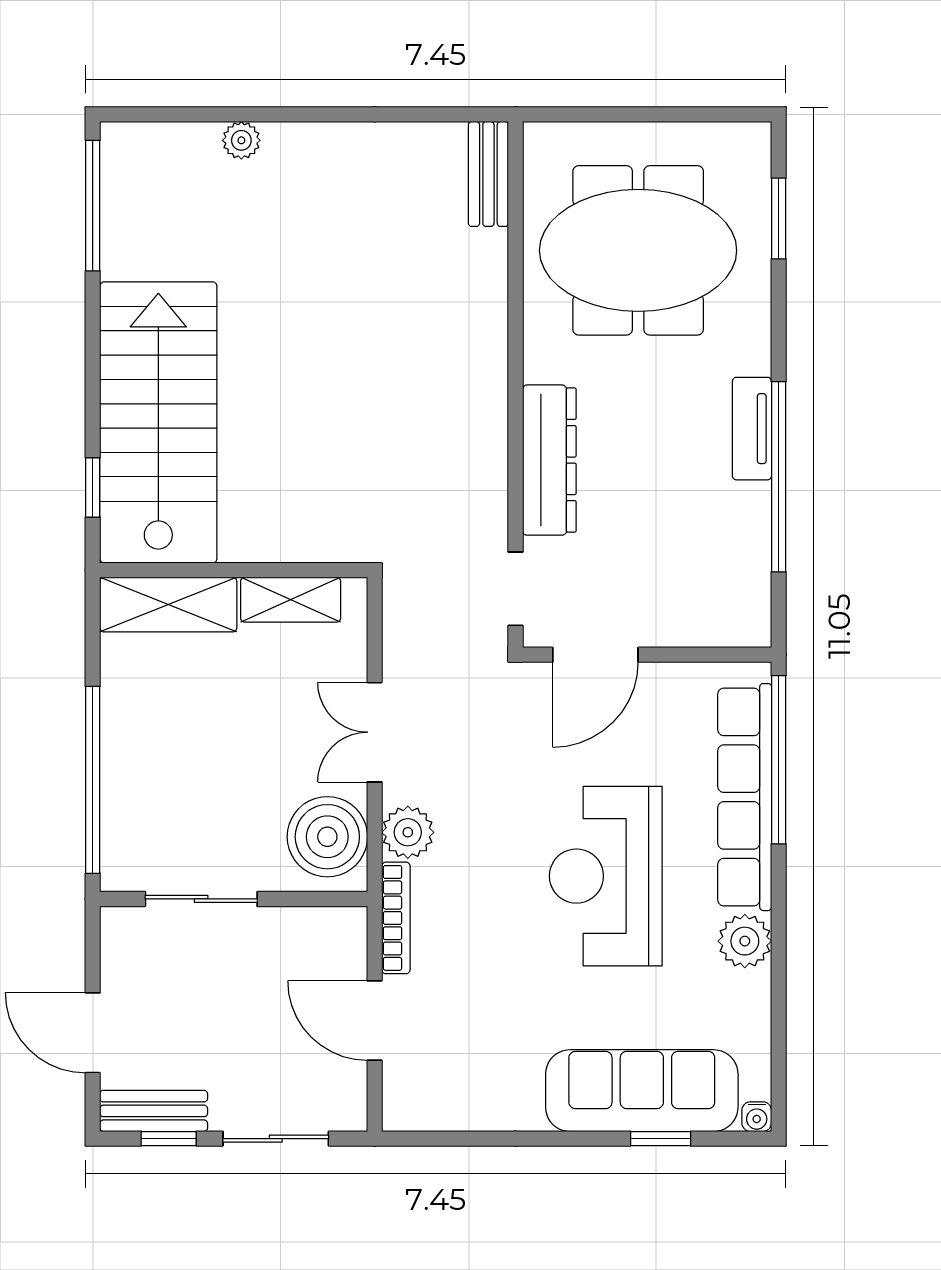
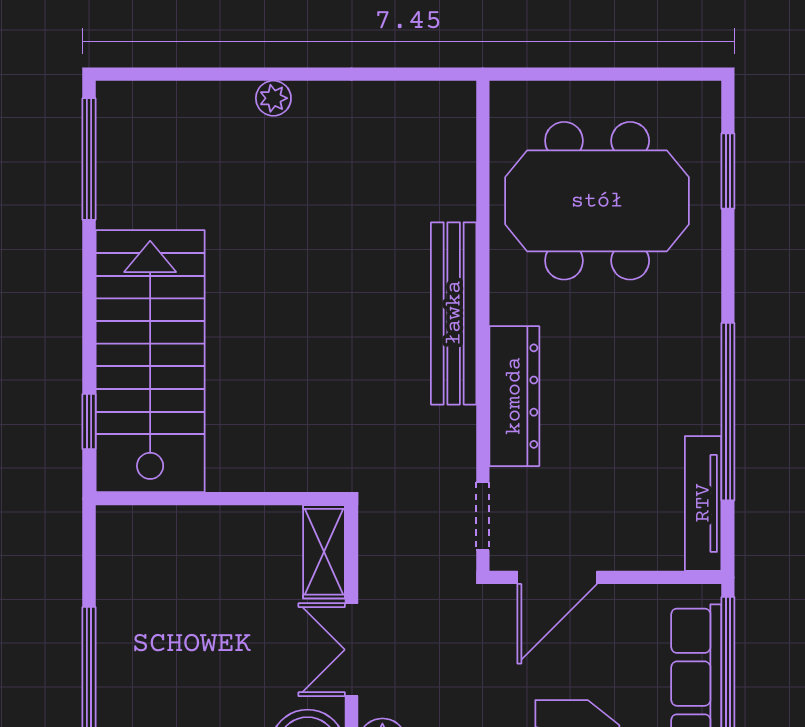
plant: (241, 140) -> (273, 98), moved
bench: (488, 174) -> (454, 313), moved, width x1.86, depth x1.21
tv unit: (752, 429) -> (703, 503), moved, width x1.41
shelving: (291, 600) -> (324, 552), moved, turned 90
shelving: (168, 605) -> (159, 531), removed

